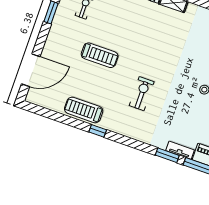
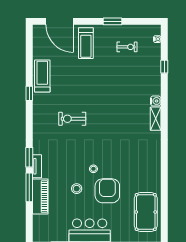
treadmill: (100, 55) -> (86, 43), moved
exercise bike: (142, 94) -> (72, 119), turned 180

